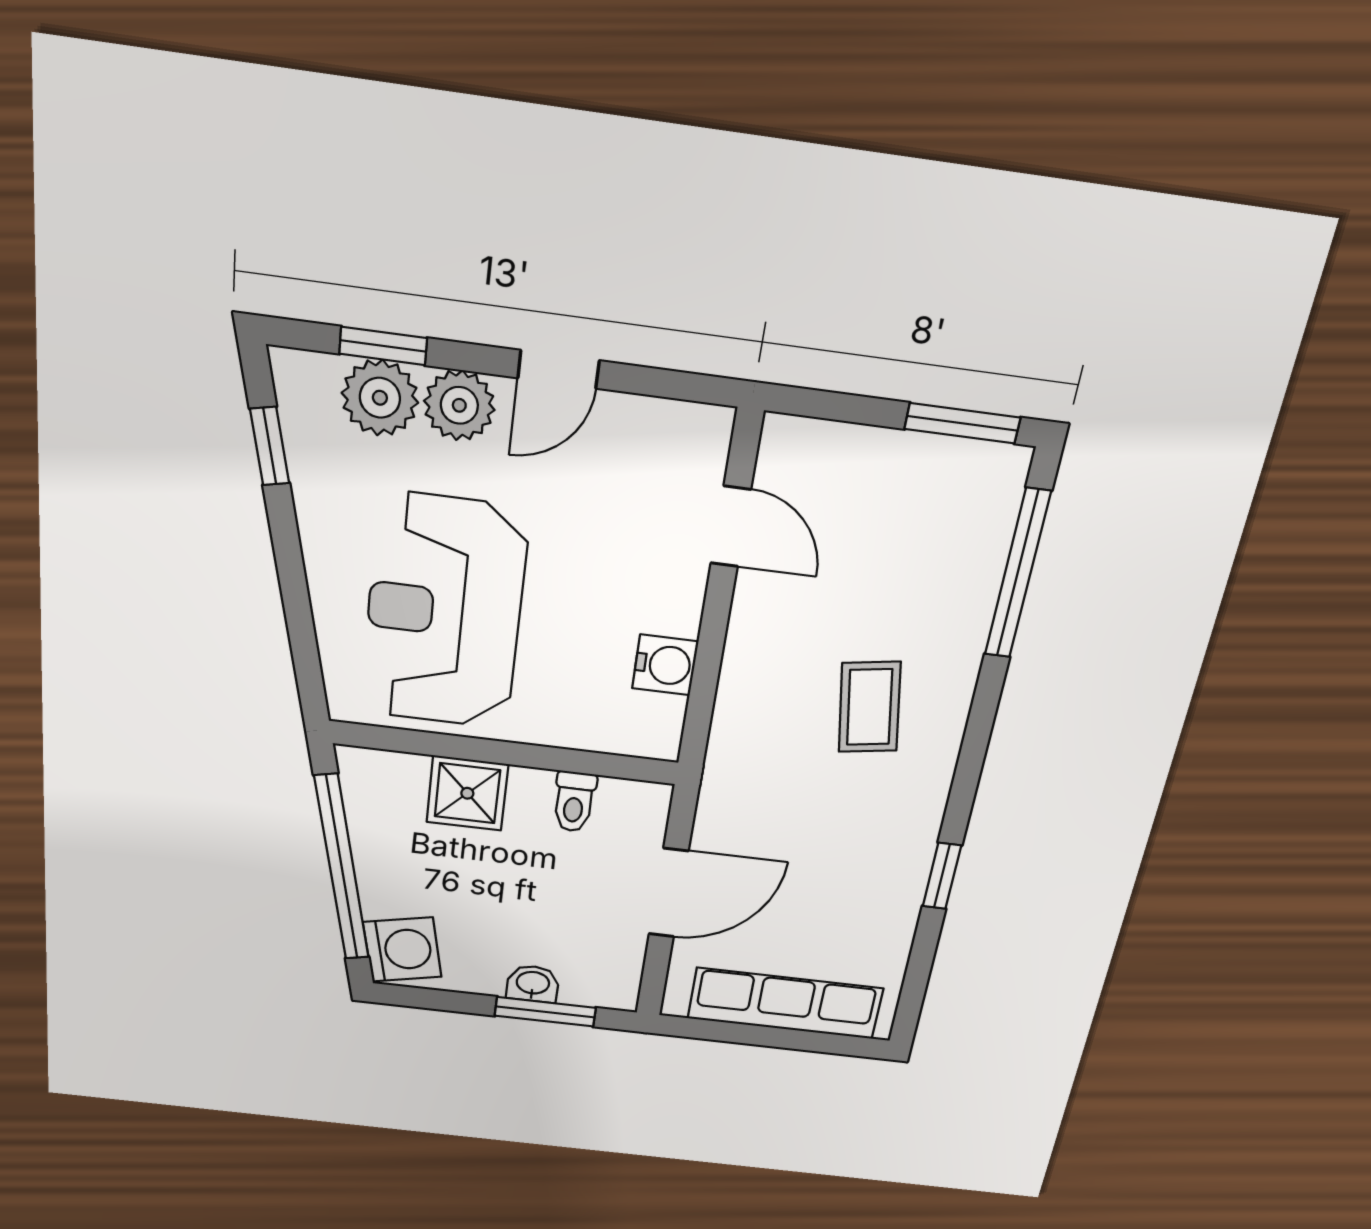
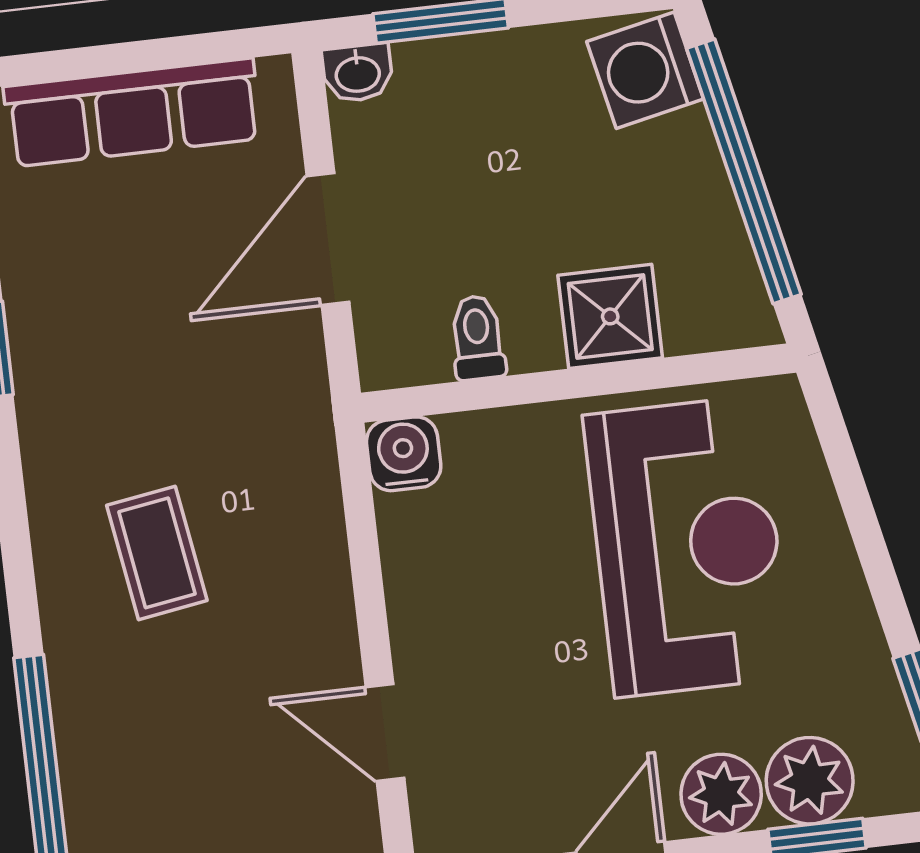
water cooler: (665, 665) -> (404, 454), moved, turned 90
washbasin: (533, 984) -> (358, 73), moved

